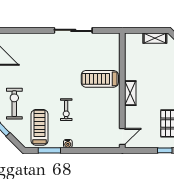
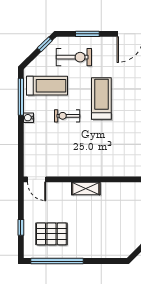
treadmill: (100, 79) -> (101, 98), moved
window: (49, 150) -> (21, 97), width x1.44

